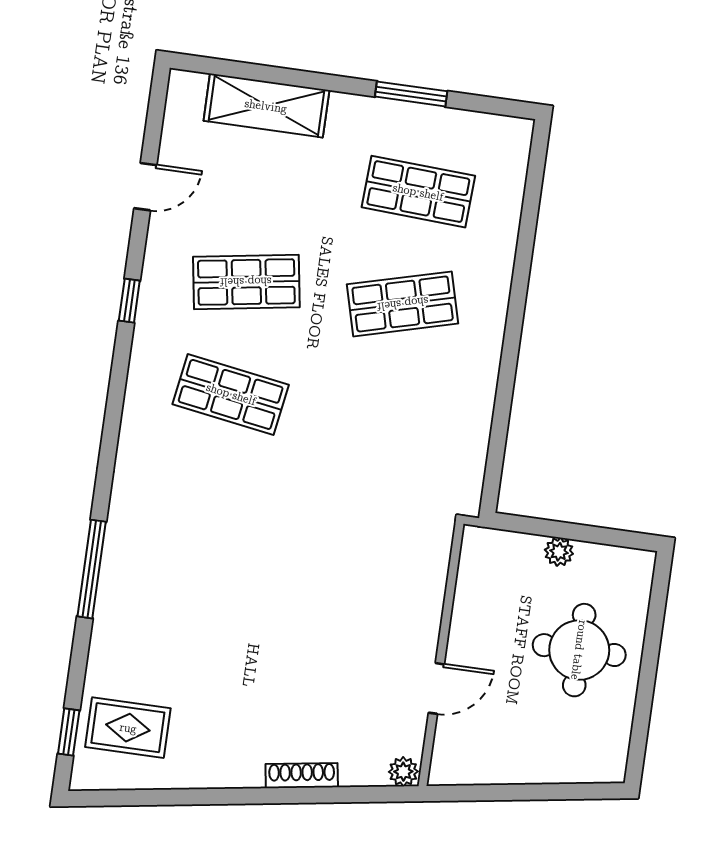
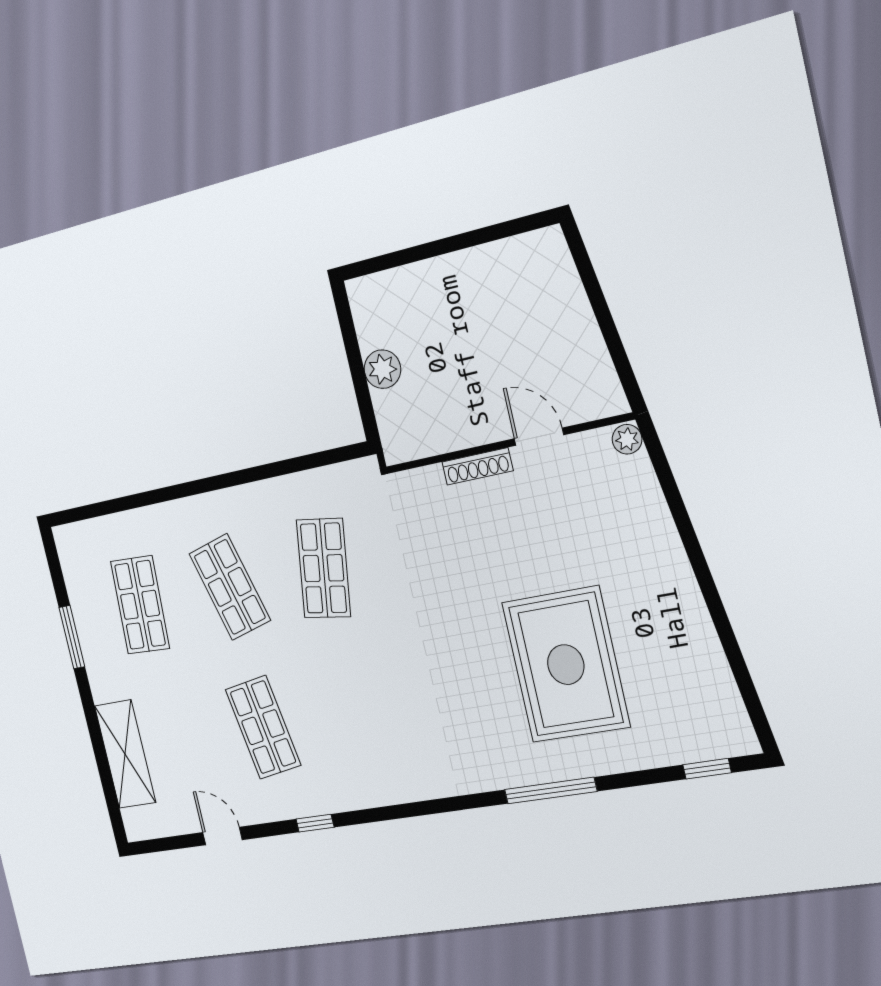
shop shelf: (231, 394) -> (324, 568), moved
plant: (559, 552) -> (382, 369), width x1.38, depth x1.38
round table: (579, 650) -> (455, 317), removed
rug: (128, 728) -> (566, 665), moved, width x1.86, depth x2.06
shoe rack: (302, 776) -> (477, 466), moved, turned -81

